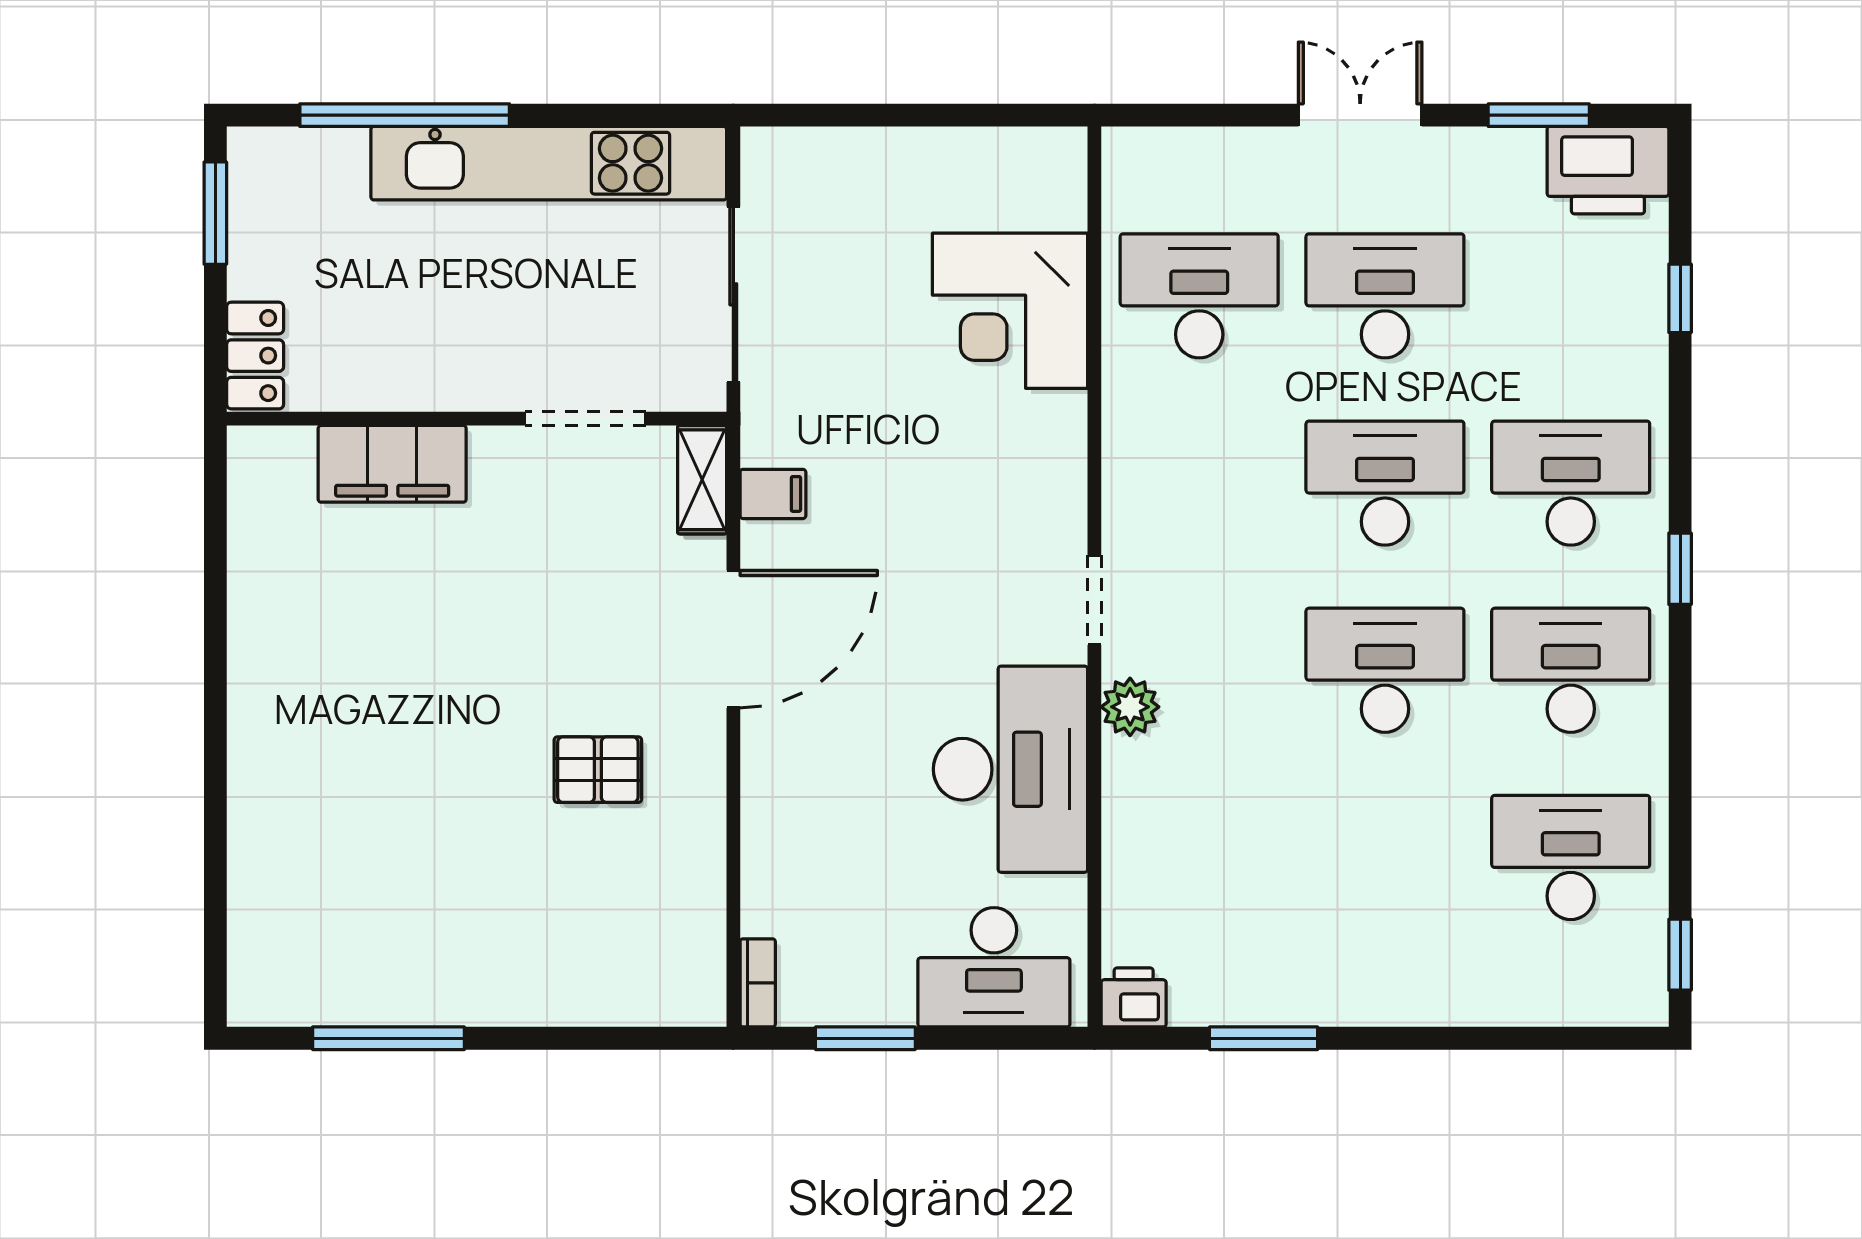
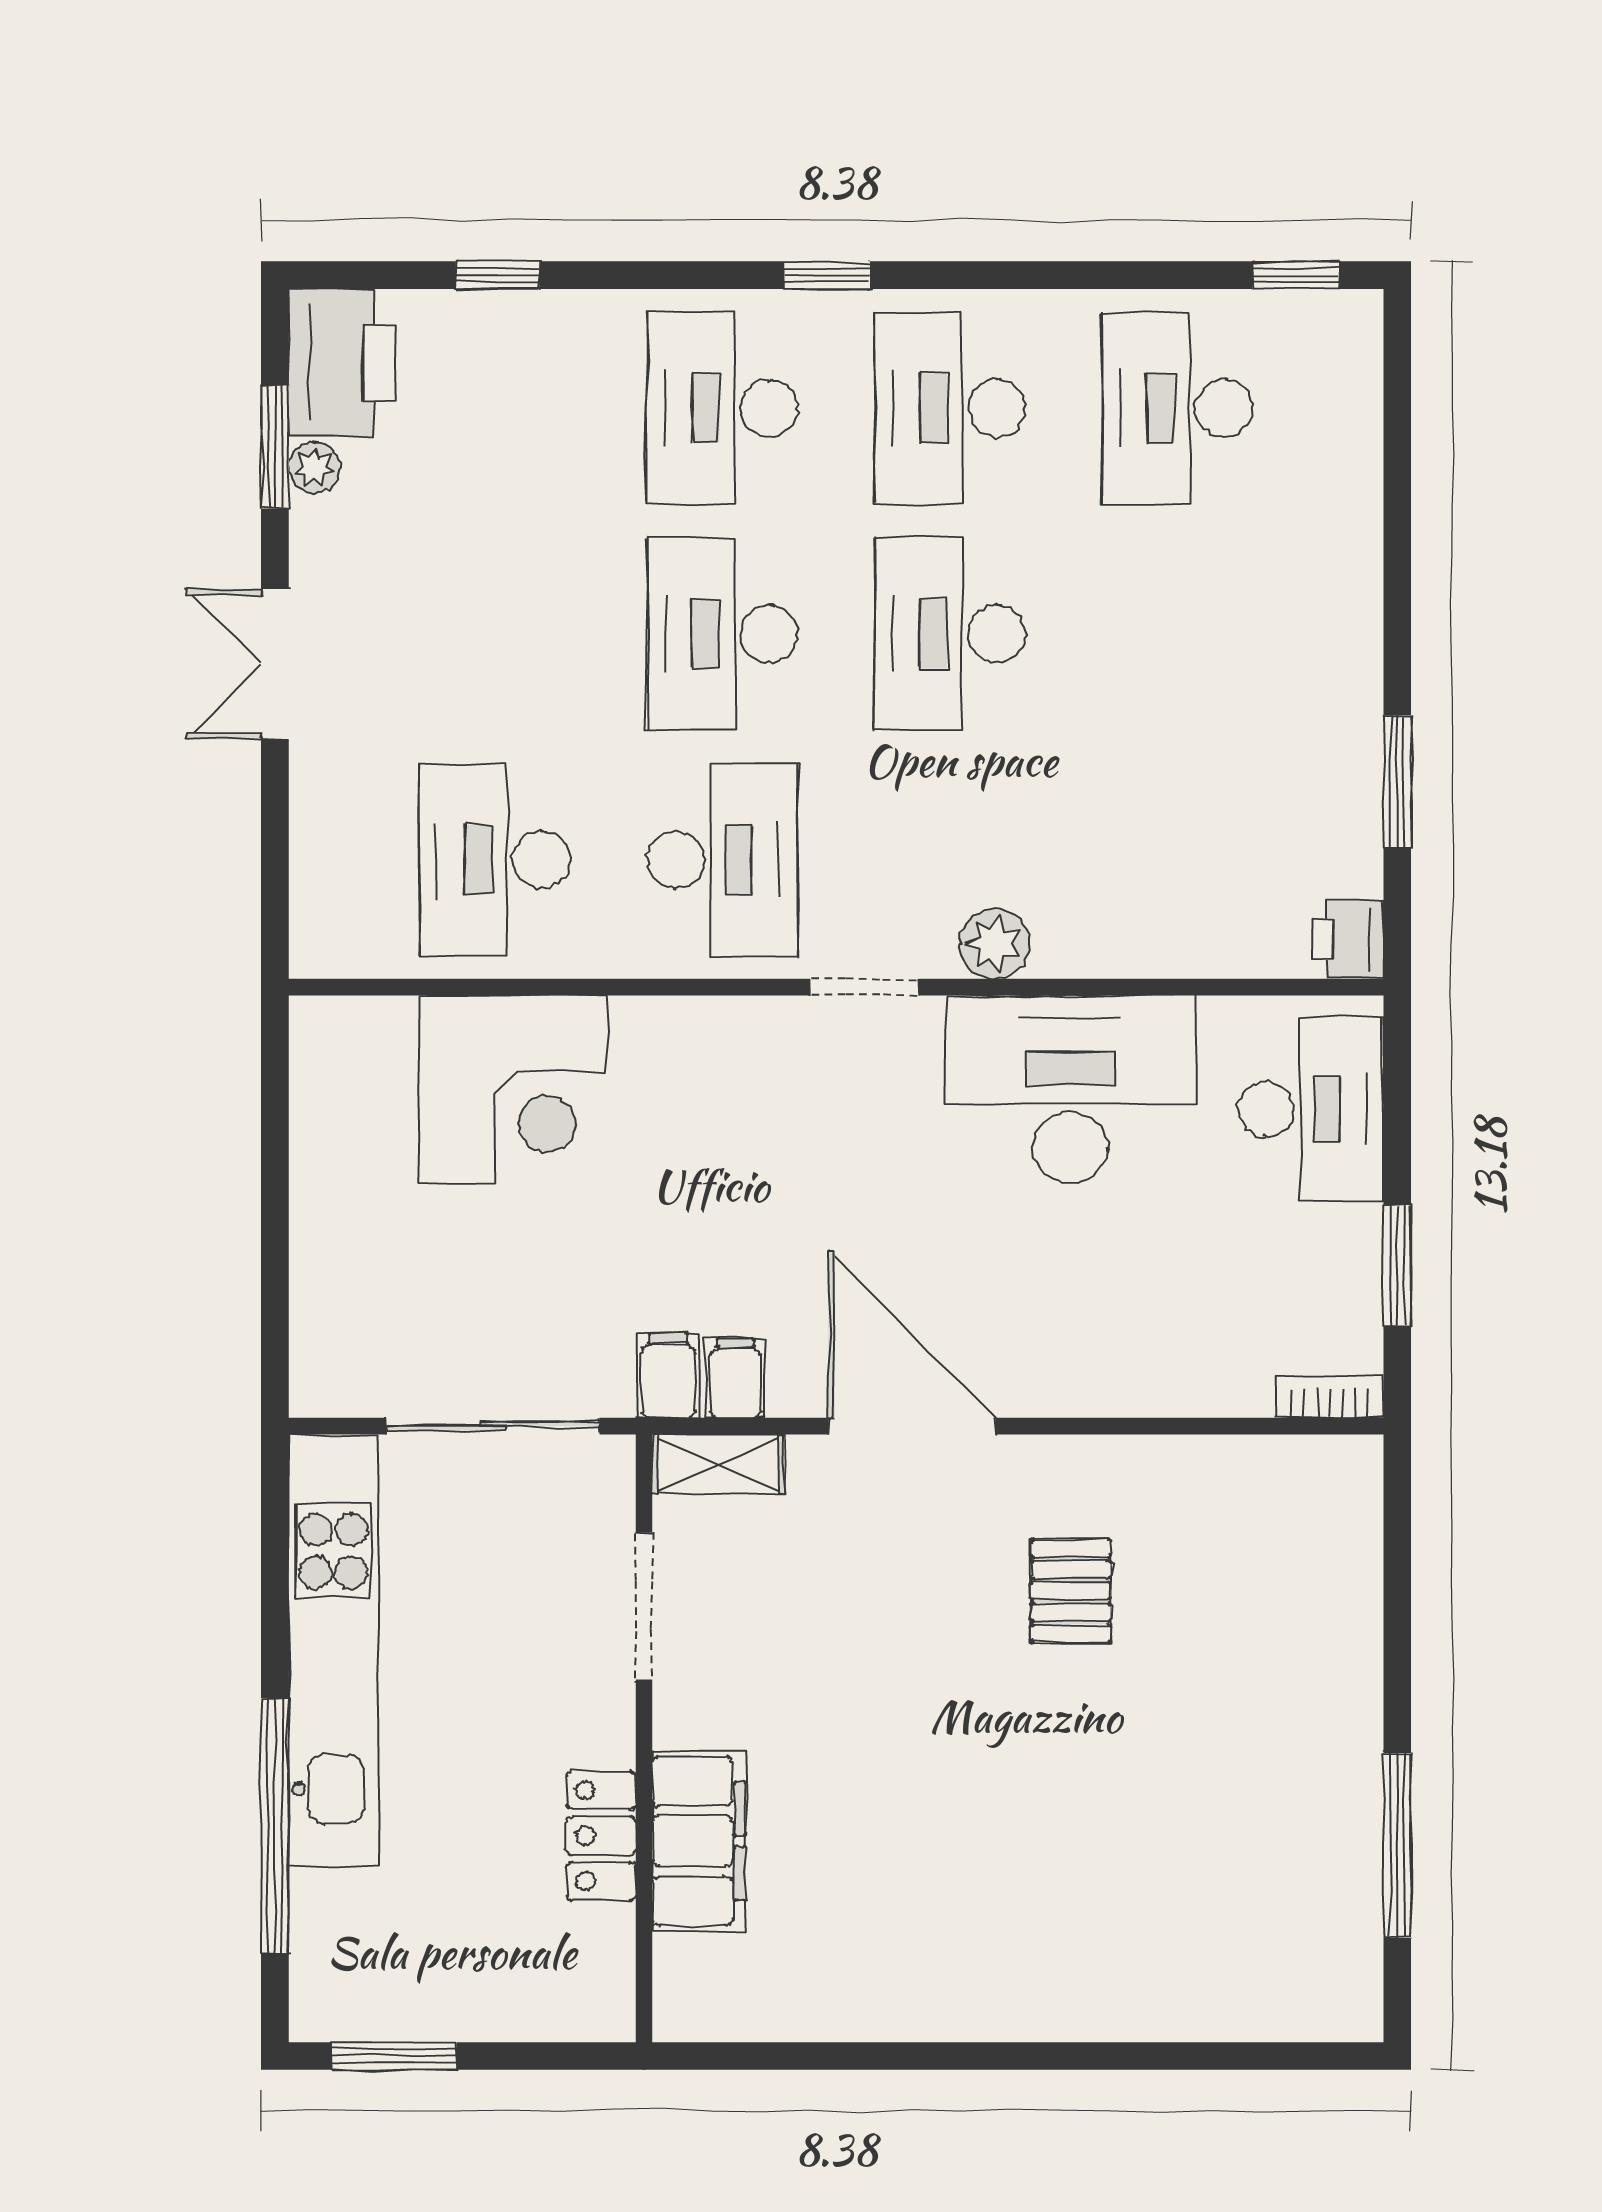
plant: (1522, 147) -> (314, 468), added
desk: (1385, 296) -> (722, 860), moved, turned 180
locker: (255, 356) -> (601, 1836), moved, turned -90
filing cabinet: (775, 439) -> (668, 1376), added

